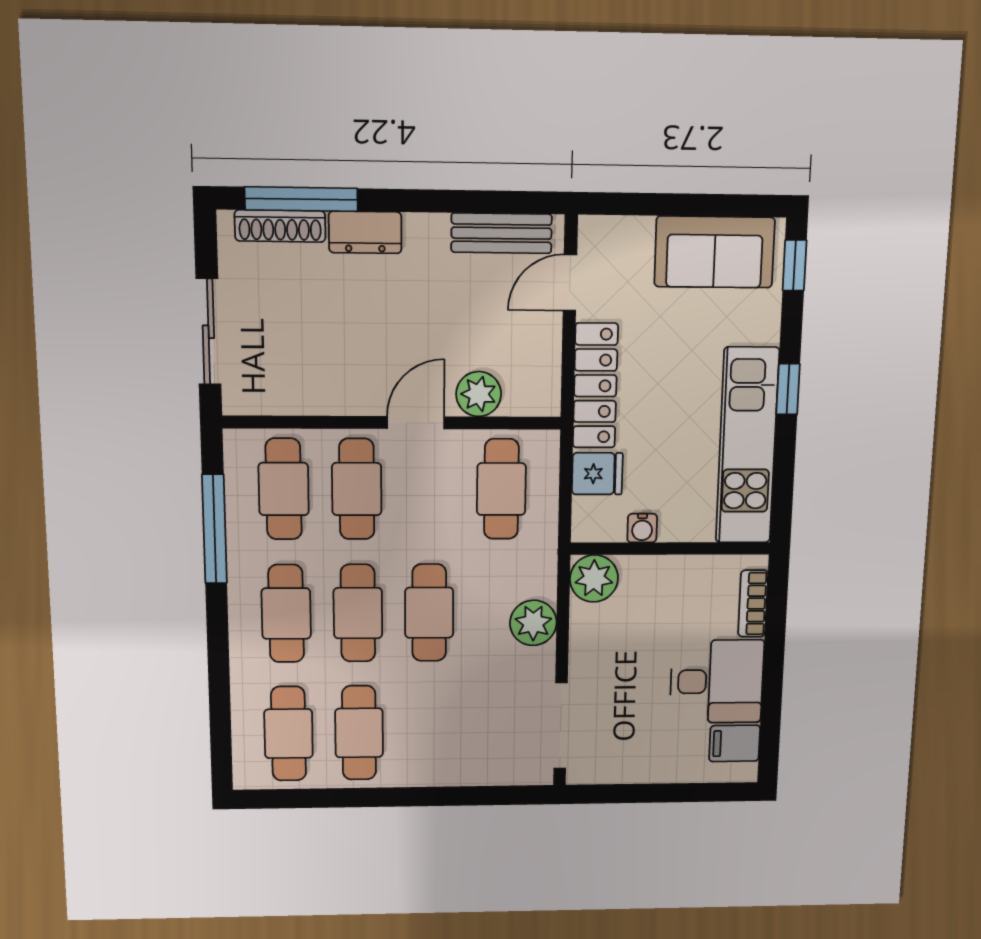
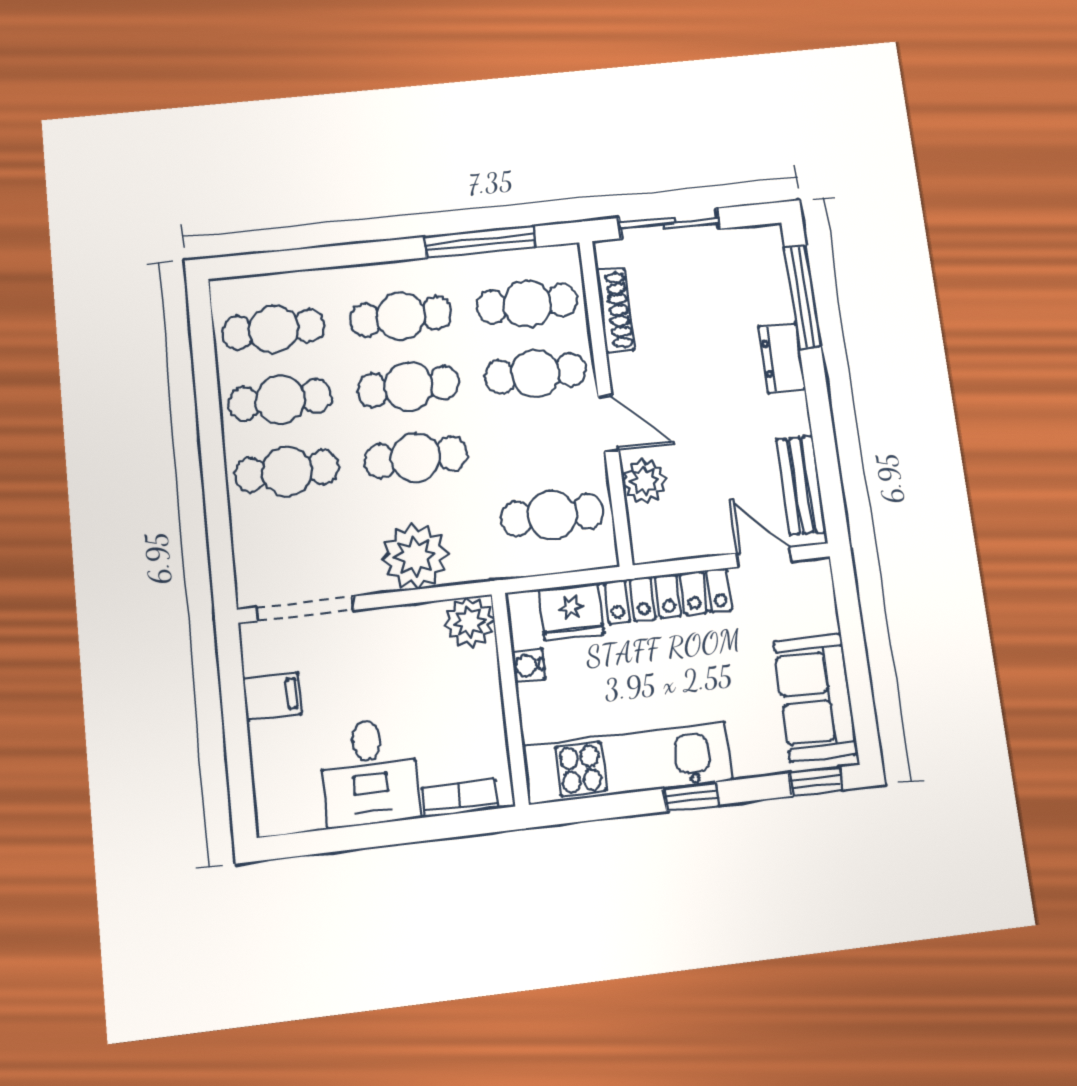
shoe rack: (280, 226) -> (615, 310), moved, turned 180
fridge: (597, 474) -> (571, 611), width x1.38
plant: (533, 623) -> (415, 556), width x1.36, depth x1.36
cafe table: (429, 732) -> (287, 471), added
filing cabinet: (735, 743) -> (272, 696), moved, turned 90

